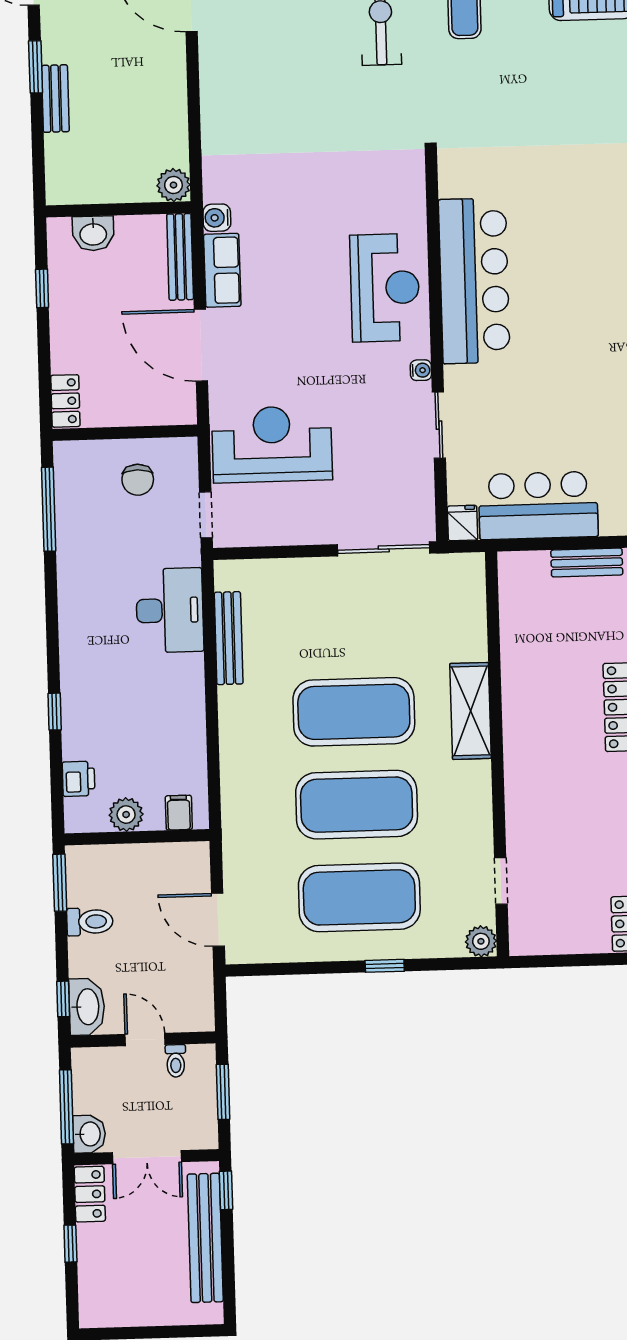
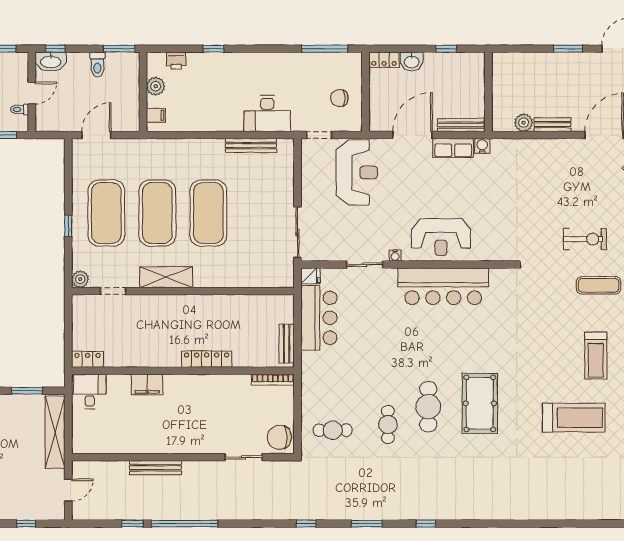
bench: (55, 99) -> (553, 125), moved
plant: (173, 185) -> (524, 123), moved
washbasin: (93, 233) -> (412, 62), moved, turned -90
shelving: (470, 711) -> (166, 277), moved

